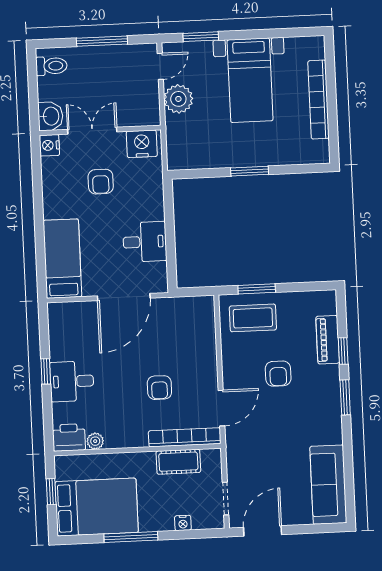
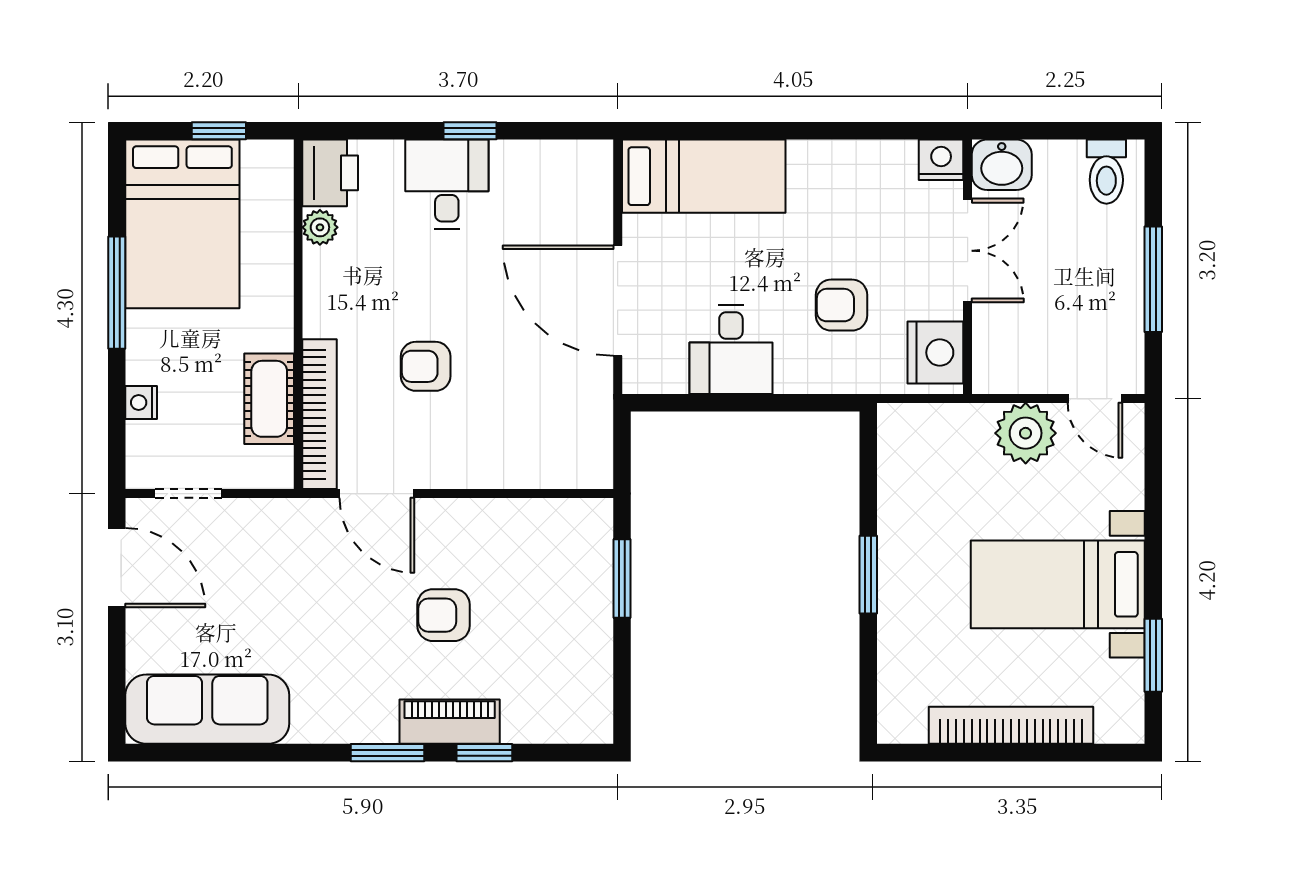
window: (201, 37) -> (1153, 655), moved
armchair: (101, 182) -> (842, 305), moved
coffee table: (253, 318) -> (562, 568), removed
piano: (328, 340) -> (450, 722), moved

